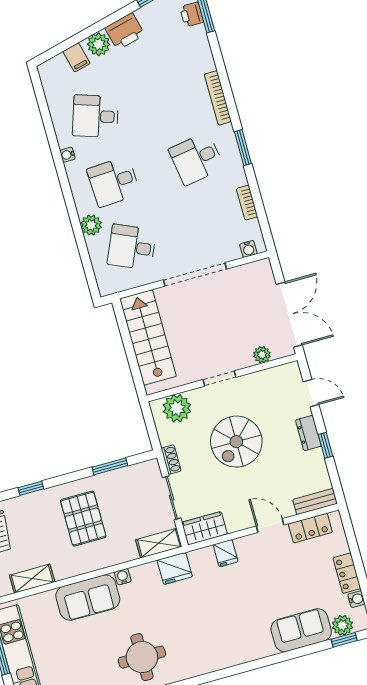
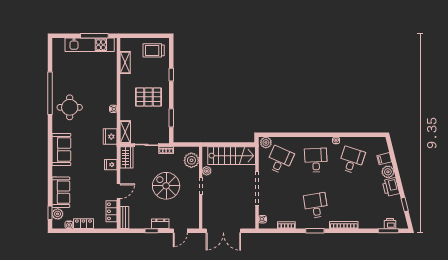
plant: (91, 225) -> (266, 142), moved
plant: (262, 355) -> (207, 171), moved
sofa: (88, 598) -> (61, 149), moved, turned 180

